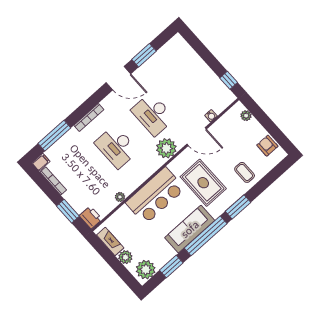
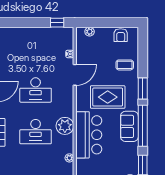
armchair: (267, 146) -> (121, 35), turned -90
plant: (166, 148) -> (65, 126), moved
sofa: (190, 229) -> (129, 126), width x0.73

